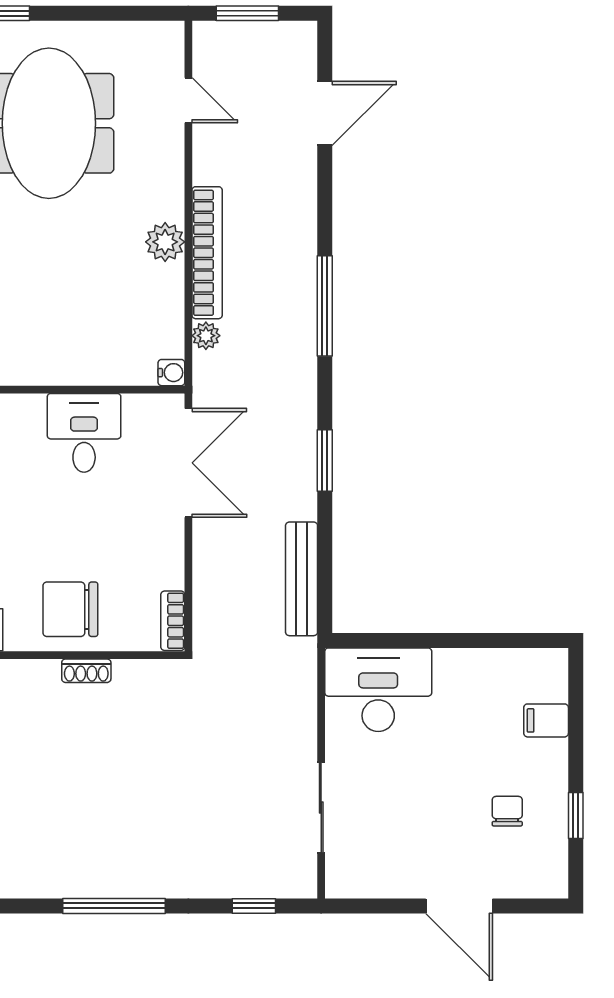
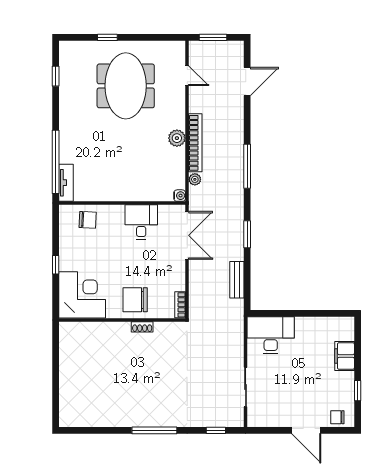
bench: (302, 579) -> (237, 280), width x0.73
filing cabinet: (546, 720) -> (345, 356), width x2.00
chair: (507, 811) -> (337, 417), moved, turned -90

